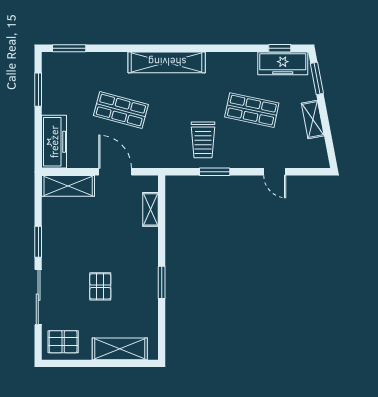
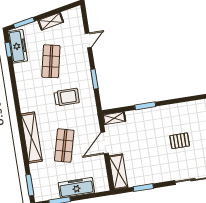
shelving: (167, 62) -> (32, 138), moved
trolley: (203, 140) -> (67, 97), moved
freezer: (54, 142) -> (76, 188), moved
shelving: (150, 209) -> (114, 118), moved
window: (38, 242) -> (143, 188), moved
window: (162, 282) -> (145, 106), moved

